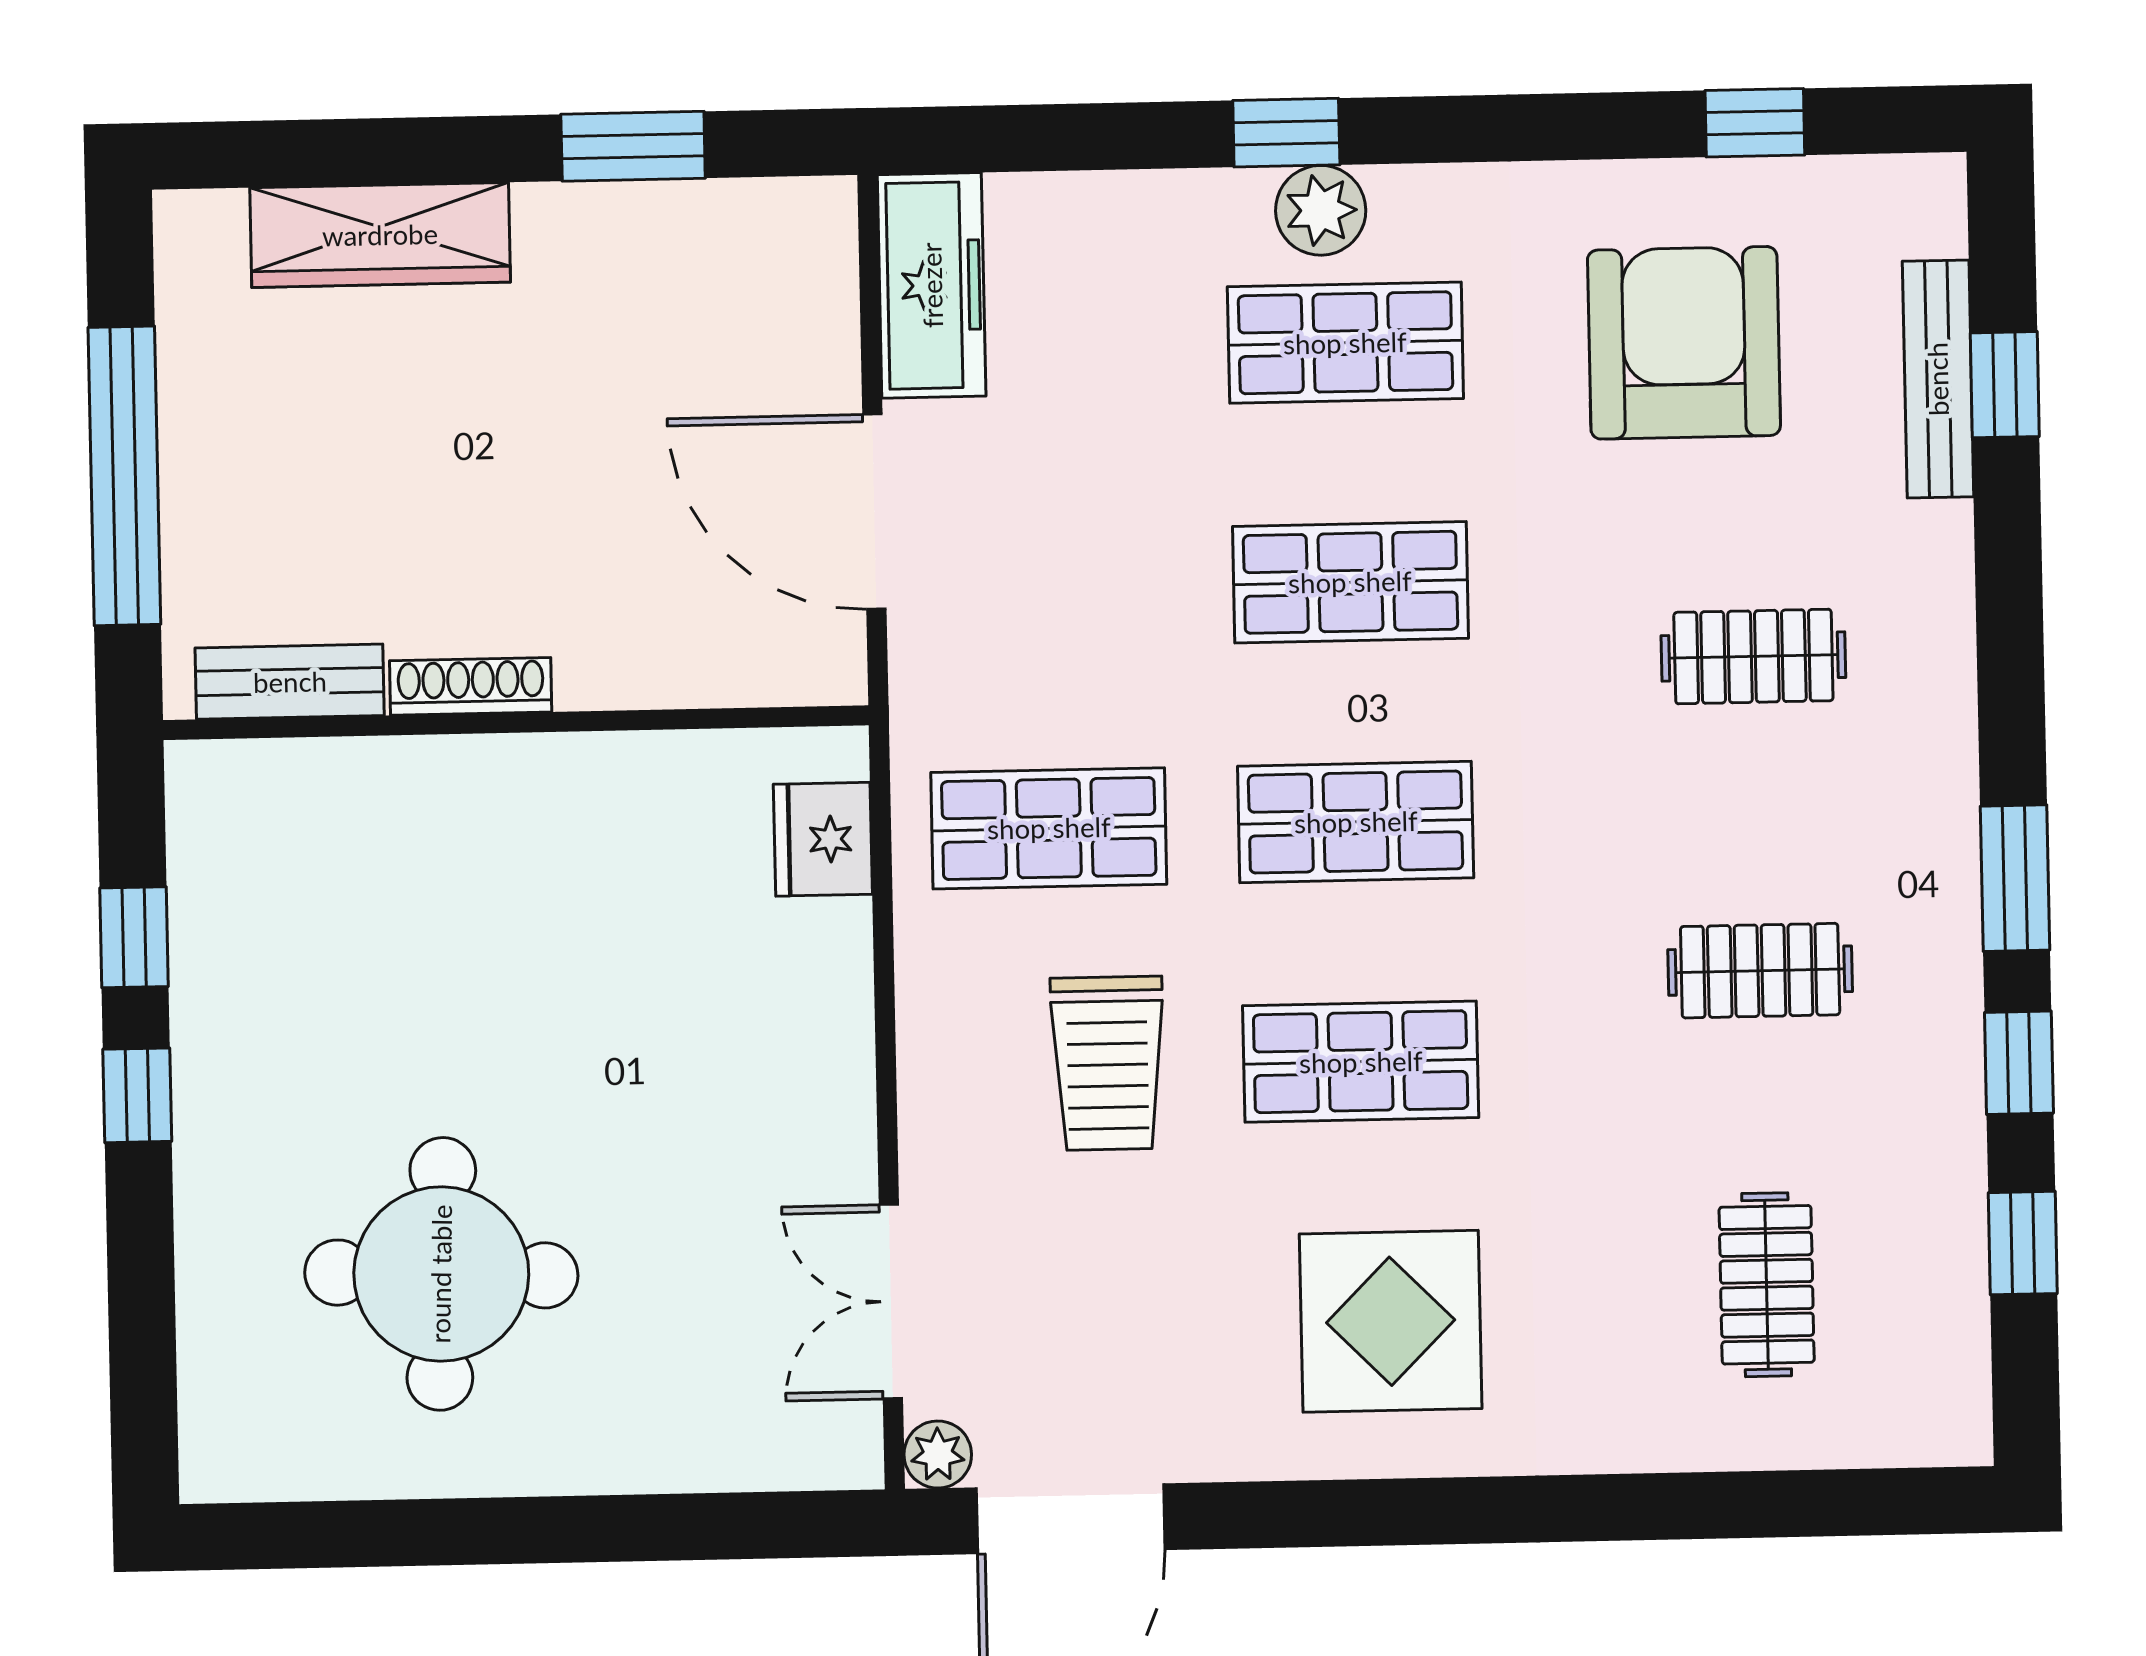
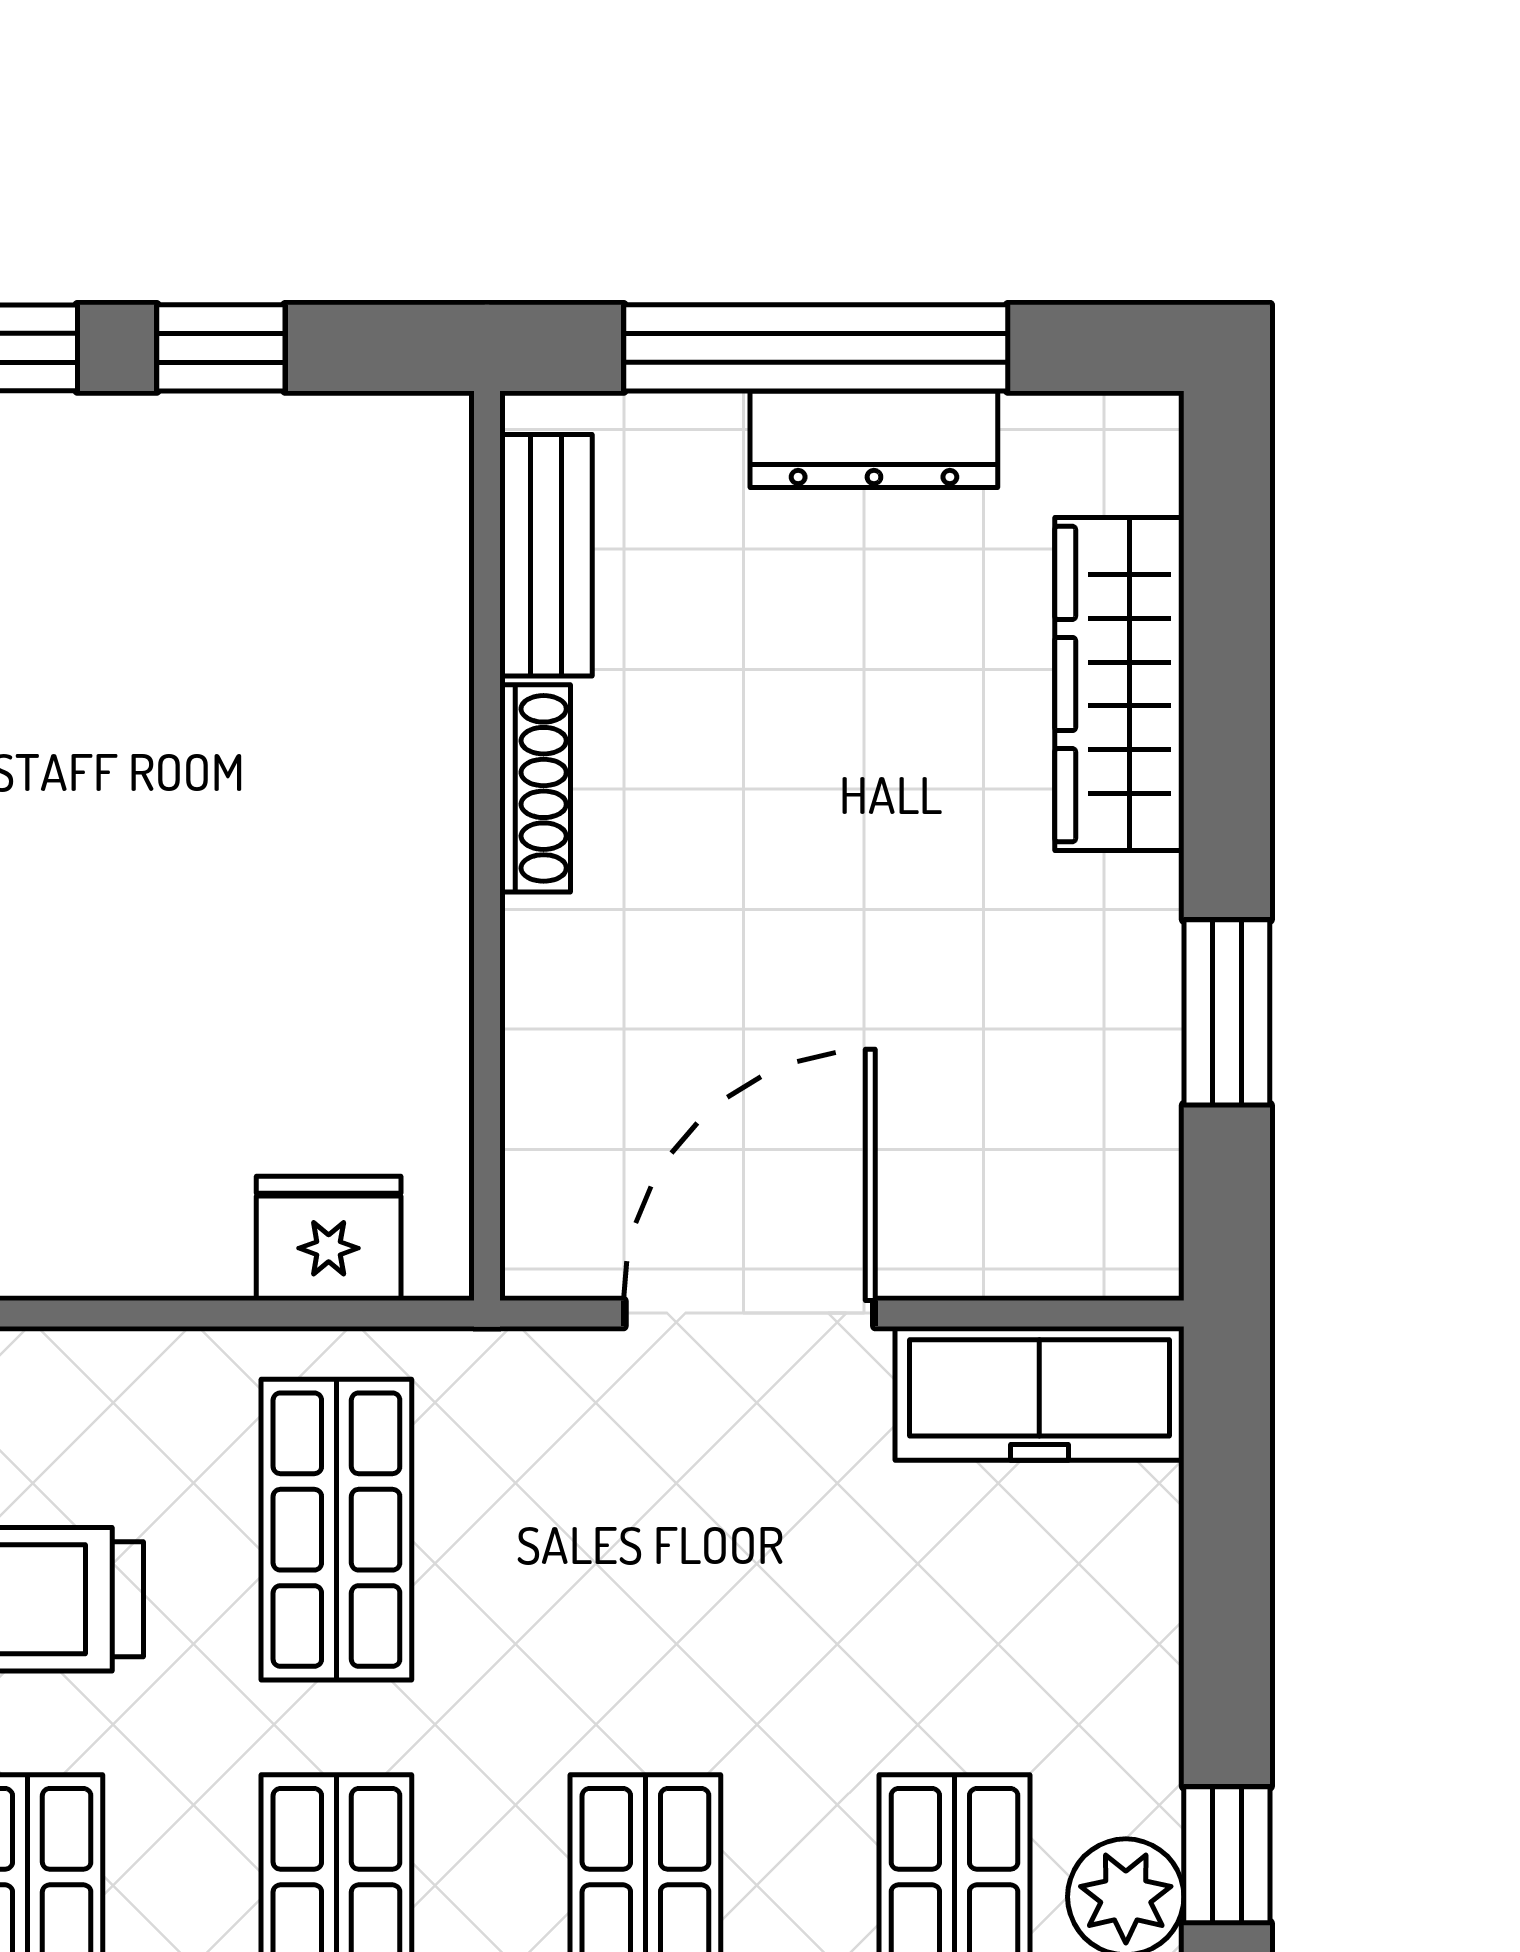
dresser: (194, 429) -> (874, 439), added

